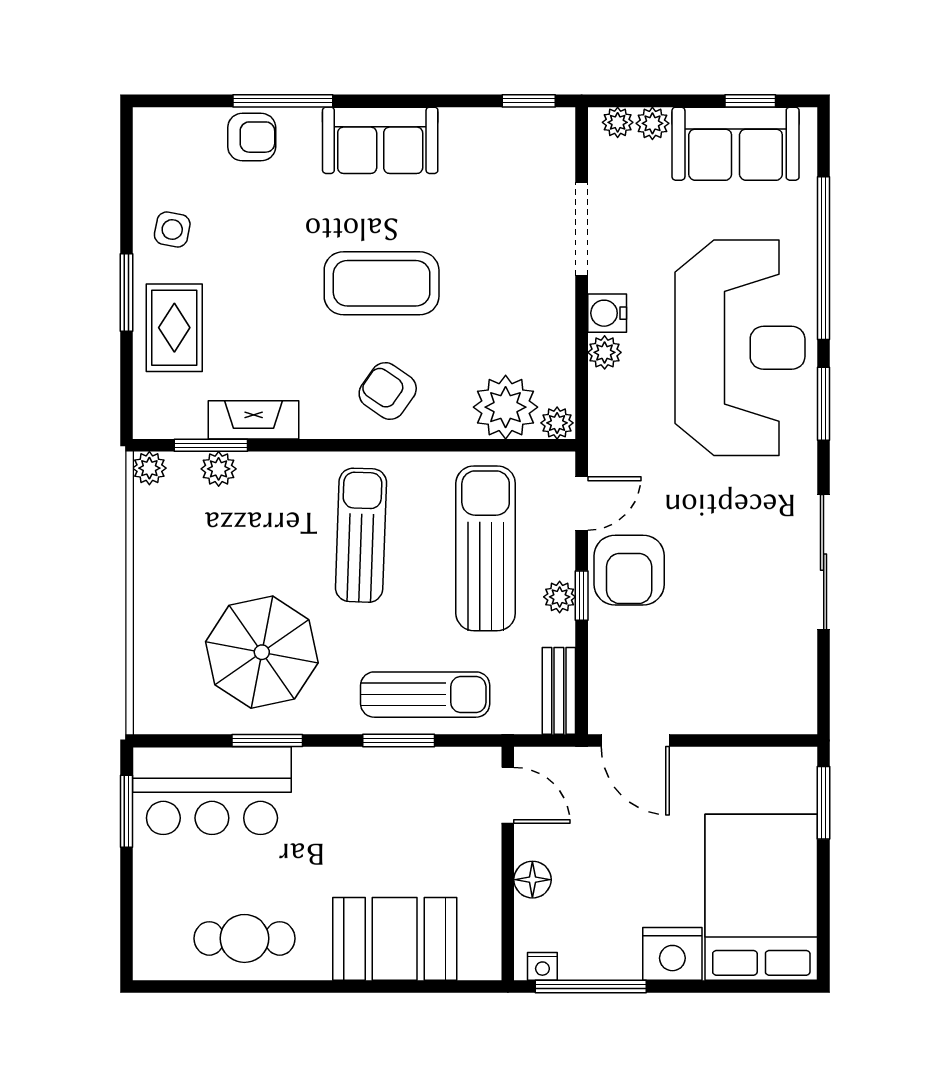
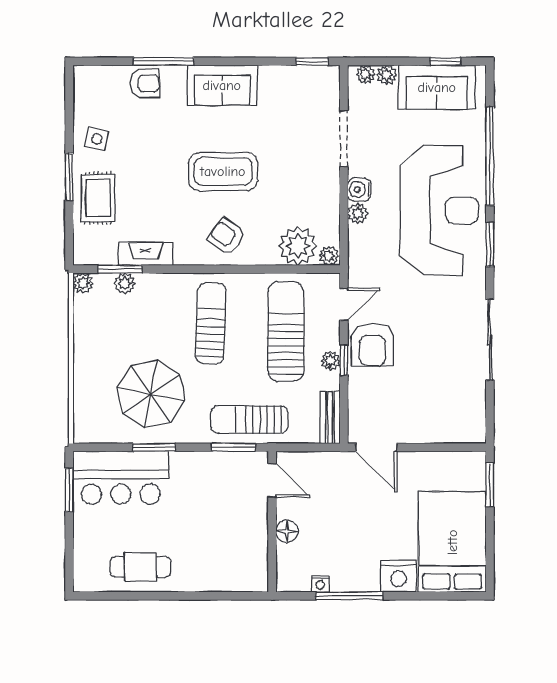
sun lounger: (425, 695) -> (249, 420), turned 180
door: (508, 795) -> (272, 480), moved
wall: (508, 863) -> (272, 522), moved
floor lamp: (532, 880) -> (287, 531), moved
booth: (395, 939) -> (231, 567), removed

